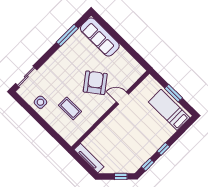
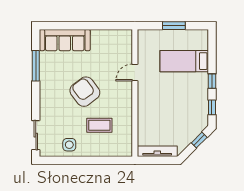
armchair: (95, 83) -> (85, 92), moved
bed: (169, 110) -> (184, 61), moved

